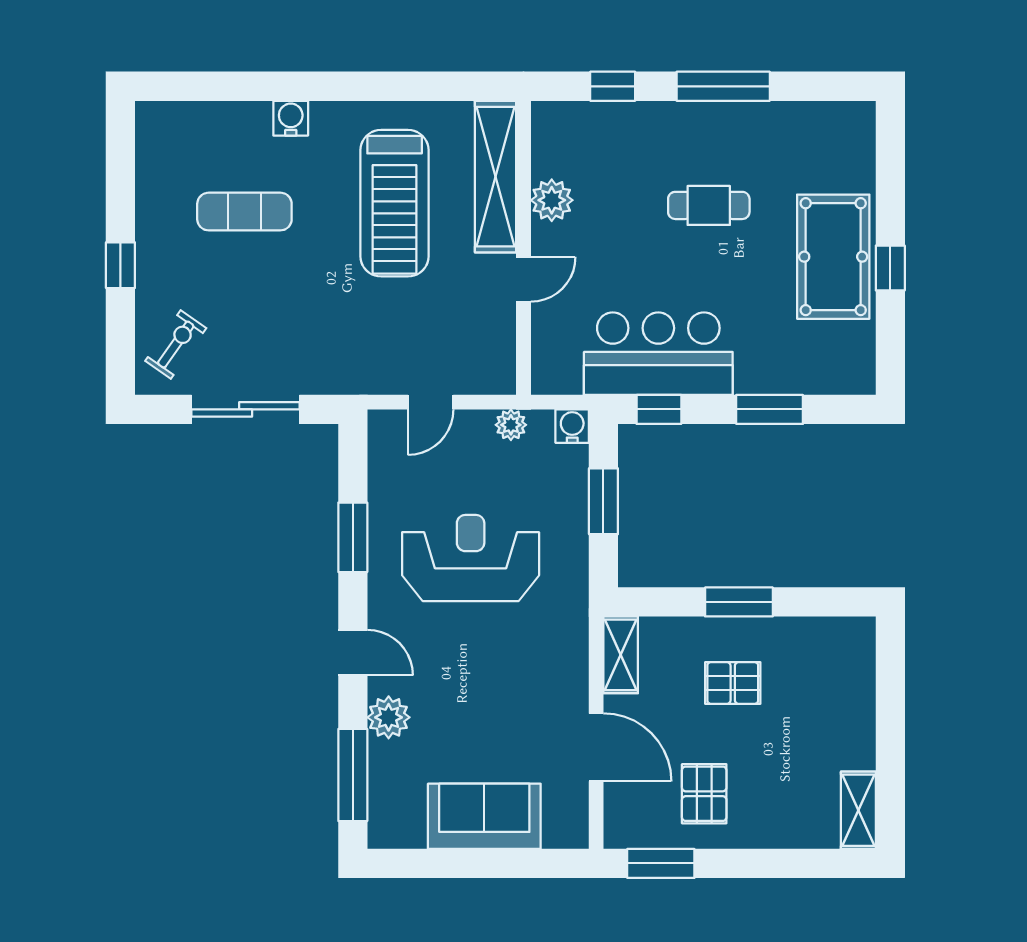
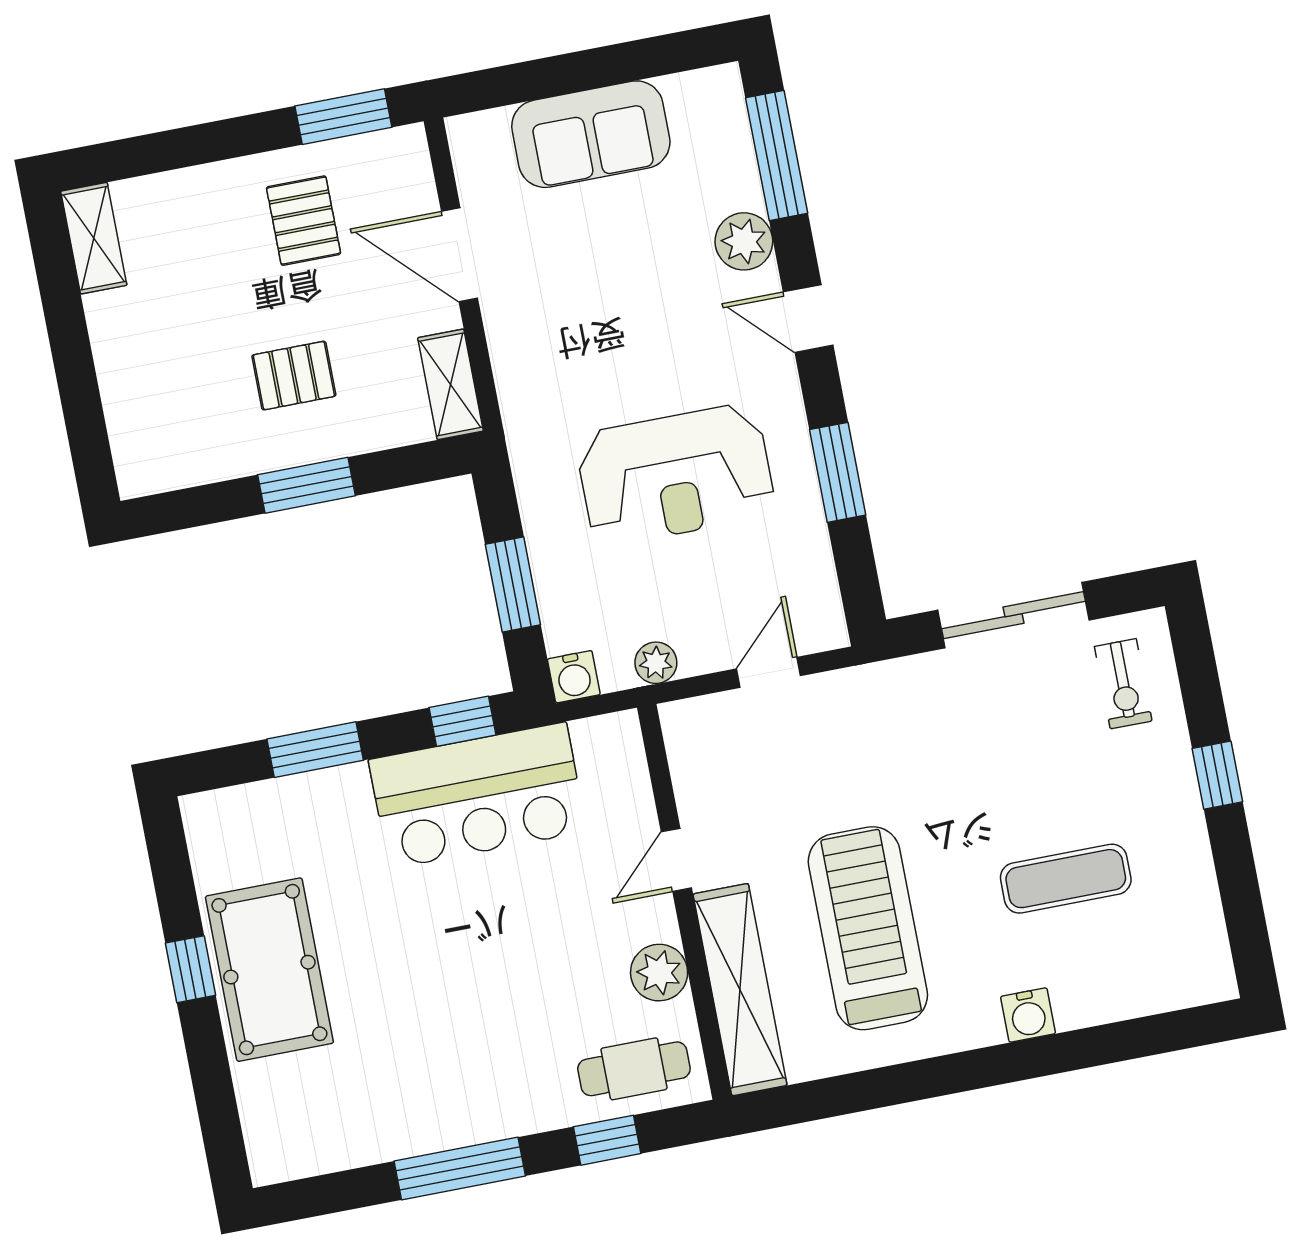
cafe table: (709, 205) -> (634, 1069), moved
exercise bike: (176, 345) -> (1123, 684), turned -35

